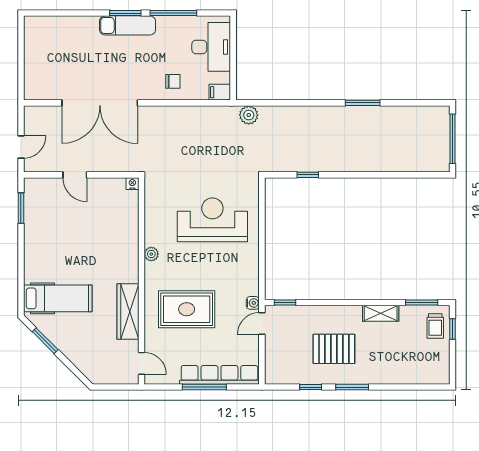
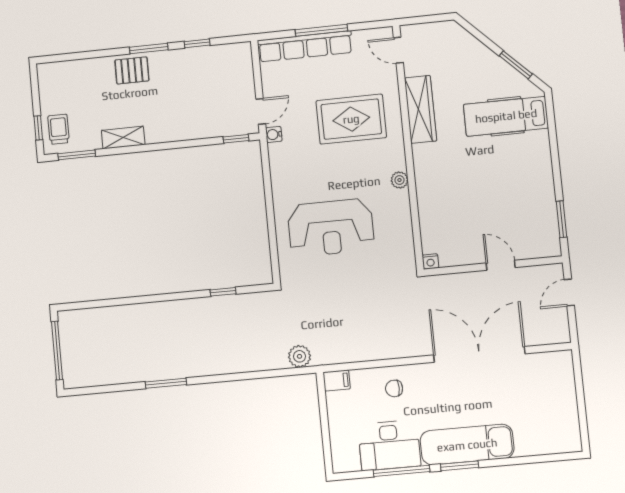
exam couch: (128, 25) -> (467, 445), width x1.36, depth x1.45
desk: (211, 47) -> (389, 445), moved, turned -90
pallet: (334, 349) -> (132, 70), moved, width x0.67, depth x0.71

